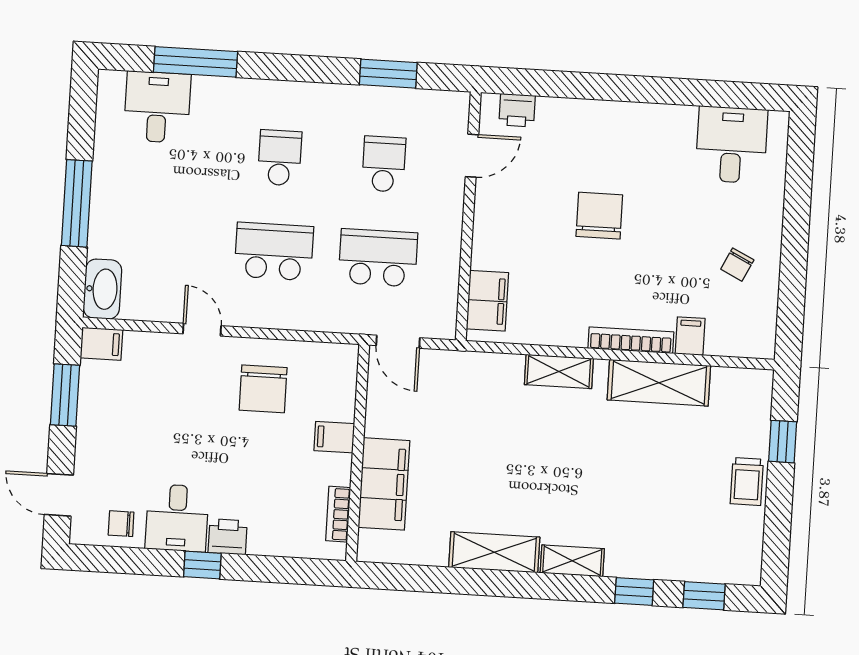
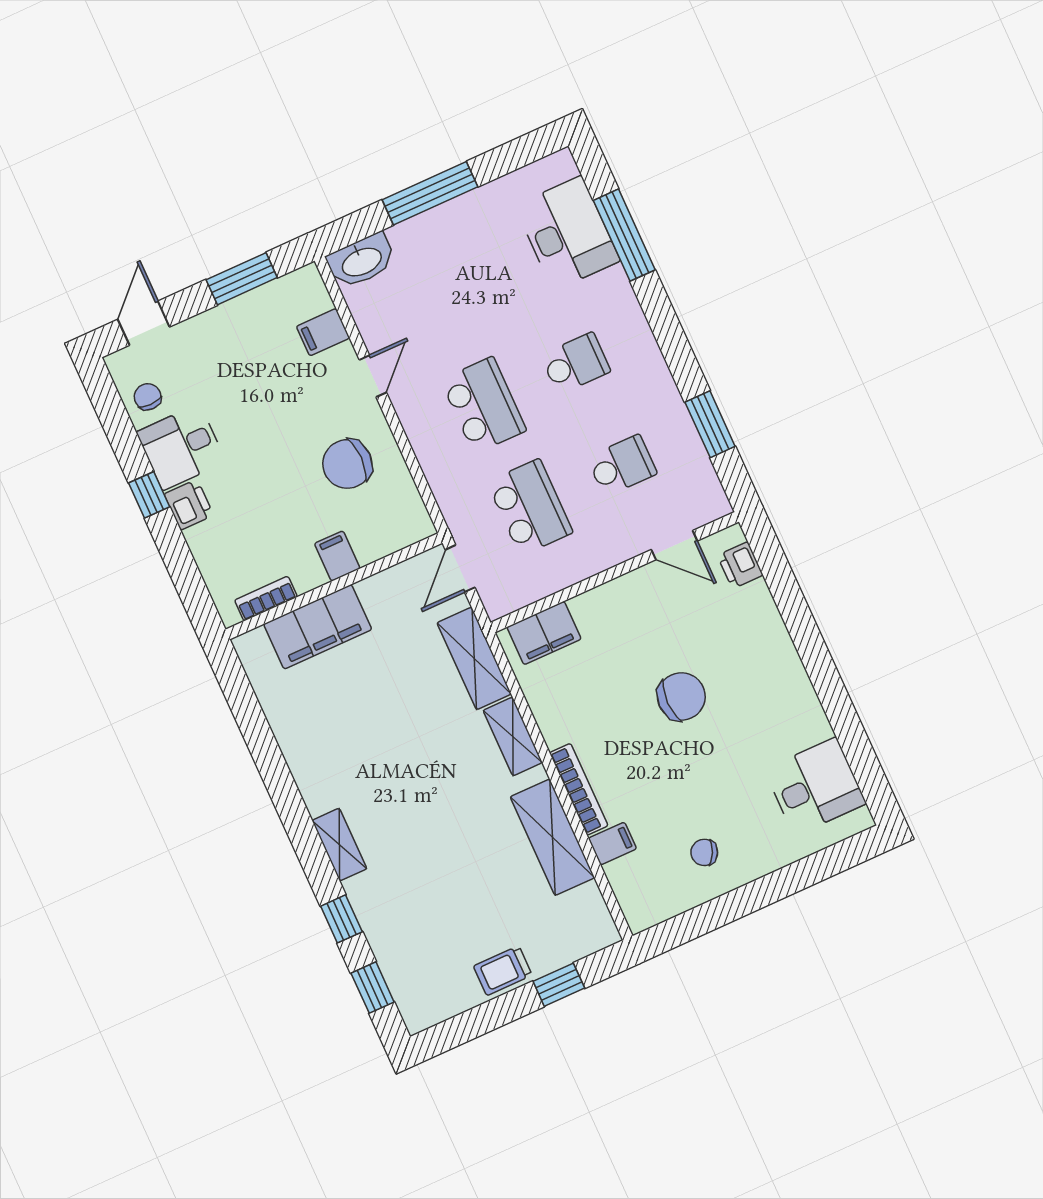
desk: (157, 107) -> (567, 233), width x1.37
filing cabinet: (101, 344) -> (323, 332), moved, turned 90
shelving: (494, 552) -> (474, 658), moved

